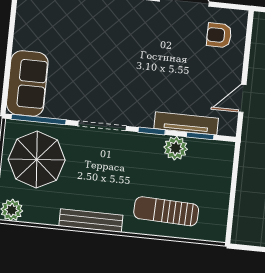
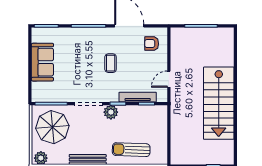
coffee table: (146, 61) -> (111, 63), added
sofa: (27, 83) -> (42, 62), moved
plant: (176, 148) -> (111, 112), moved

